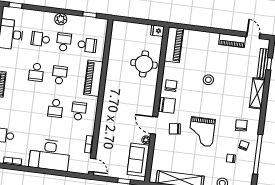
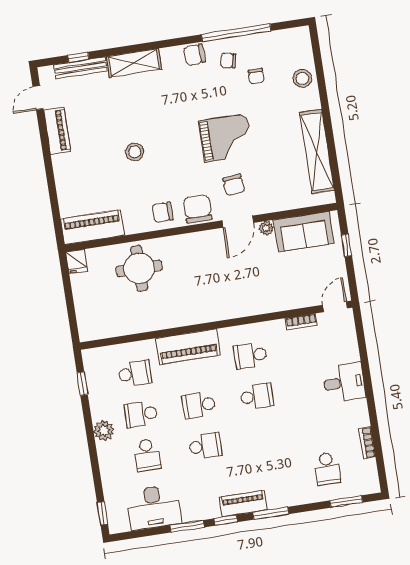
school desk: (87, 45) -> (135, 373), turned 90
chair: (241, 125) -> (195, 55), moved
desk: (50, 155) -> (344, 383), width x0.53, depth x0.77

